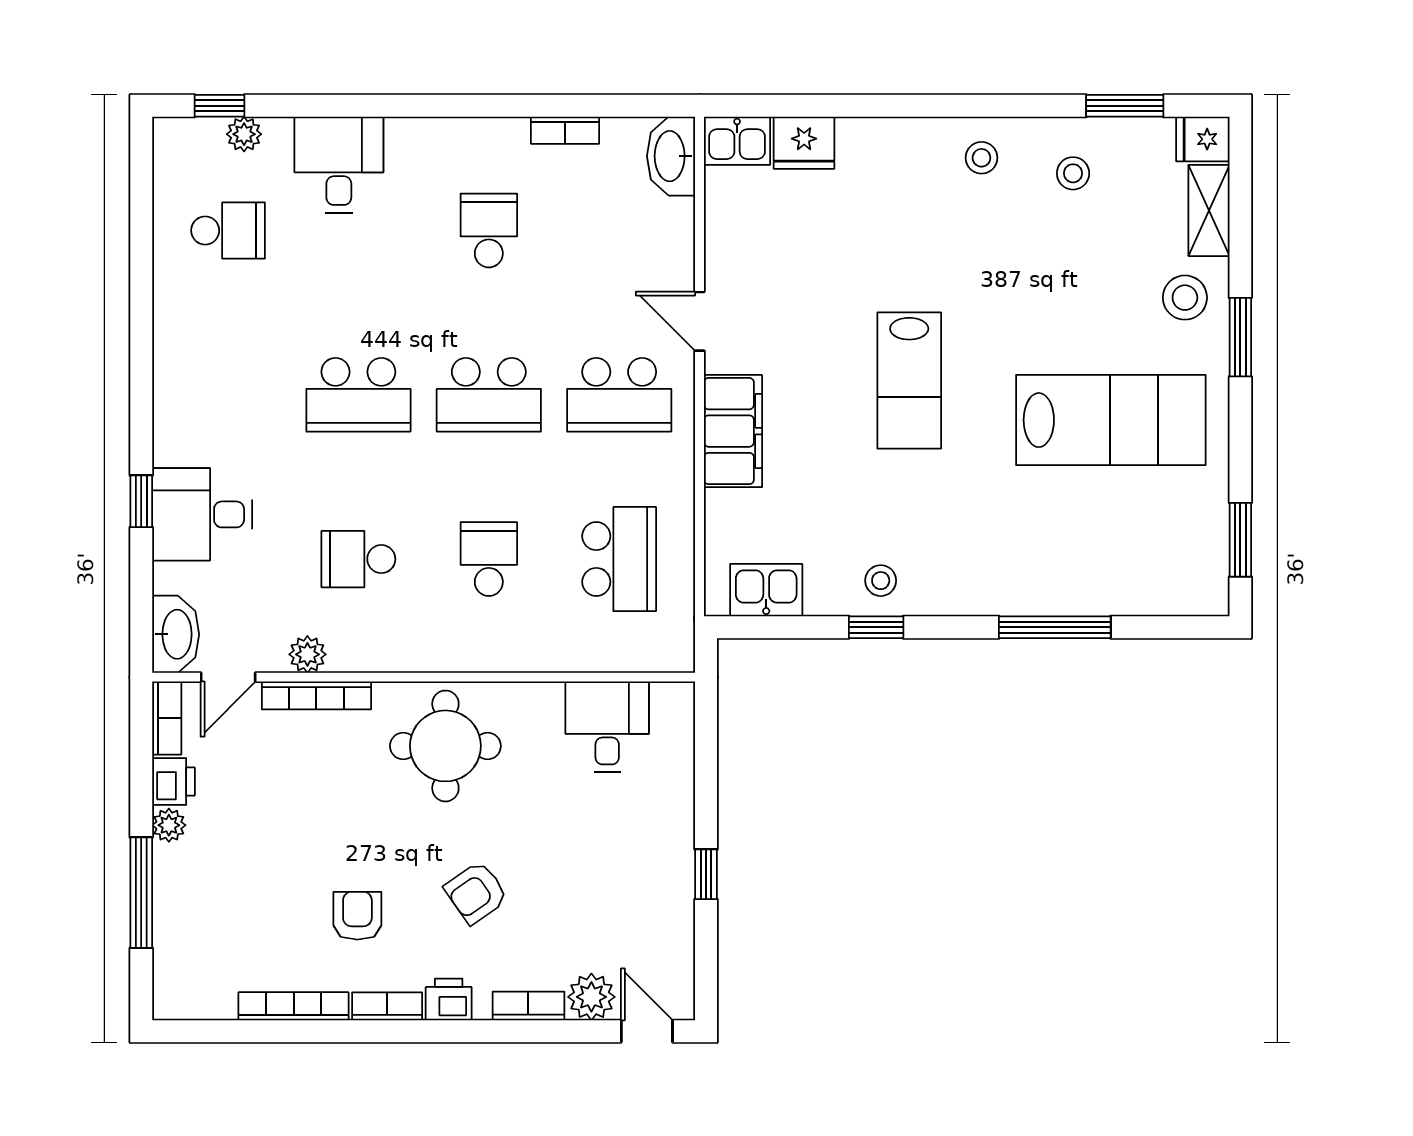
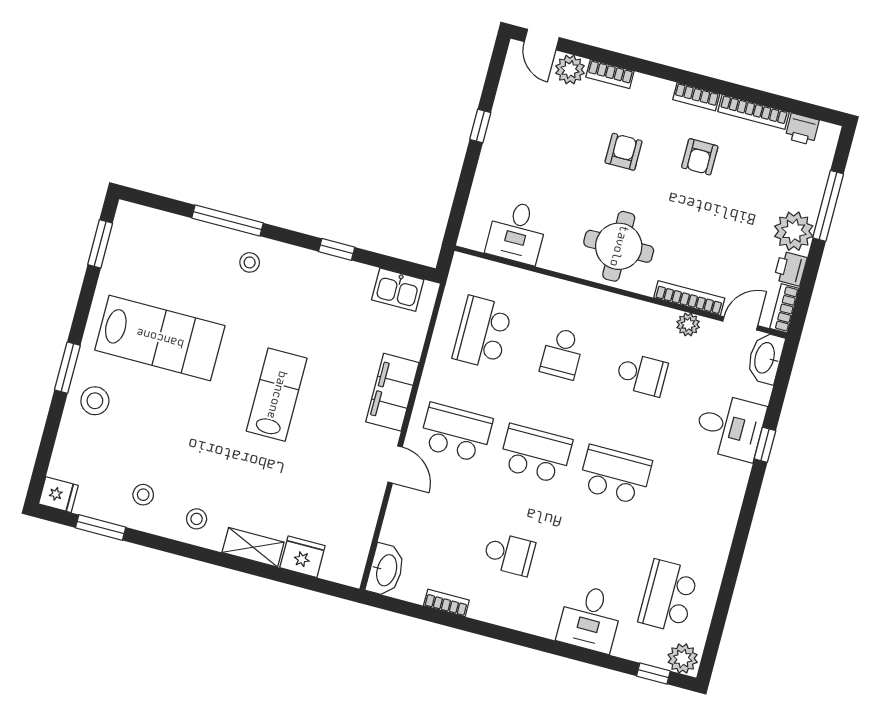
plant: (244, 134) -> (683, 659), moved, width x1.38, depth x1.38
kitchen sink: (737, 141) -> (343, 569), removed
shelving: (1209, 210) -> (253, 547), moved, turned 90
school desk: (228, 230) -> (668, 596), width x1.85
school desk: (489, 230) -> (509, 554), turned -90
lab bench: (1111, 420) -> (160, 338), turned 180
stool: (881, 581) -> (250, 262), moved
plant: (169, 825) -> (794, 231), width x1.88, depth x1.88
armchair: (476, 893) -> (624, 152), turned -55
printer: (449, 999) -> (802, 129), moved

